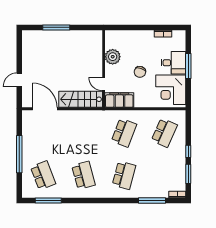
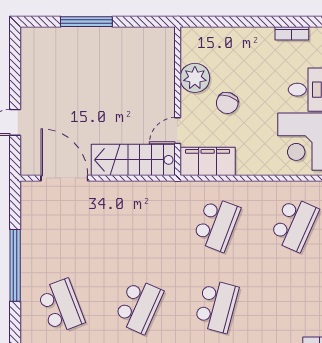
chair: (140, 72) -> (227, 103), moved
door: (104, 84) -> (178, 131), hinge flipped
school desk: (84, 175) -> (139, 306), turned 39

